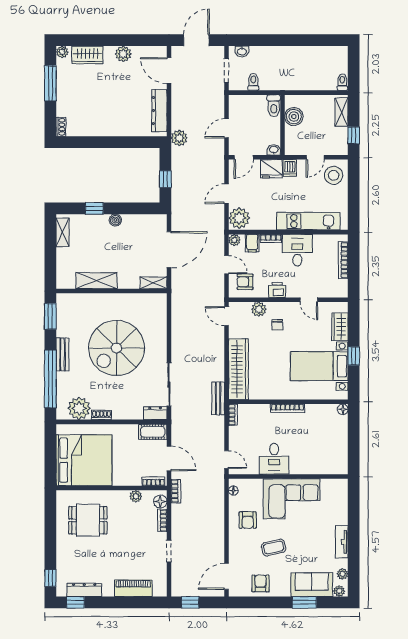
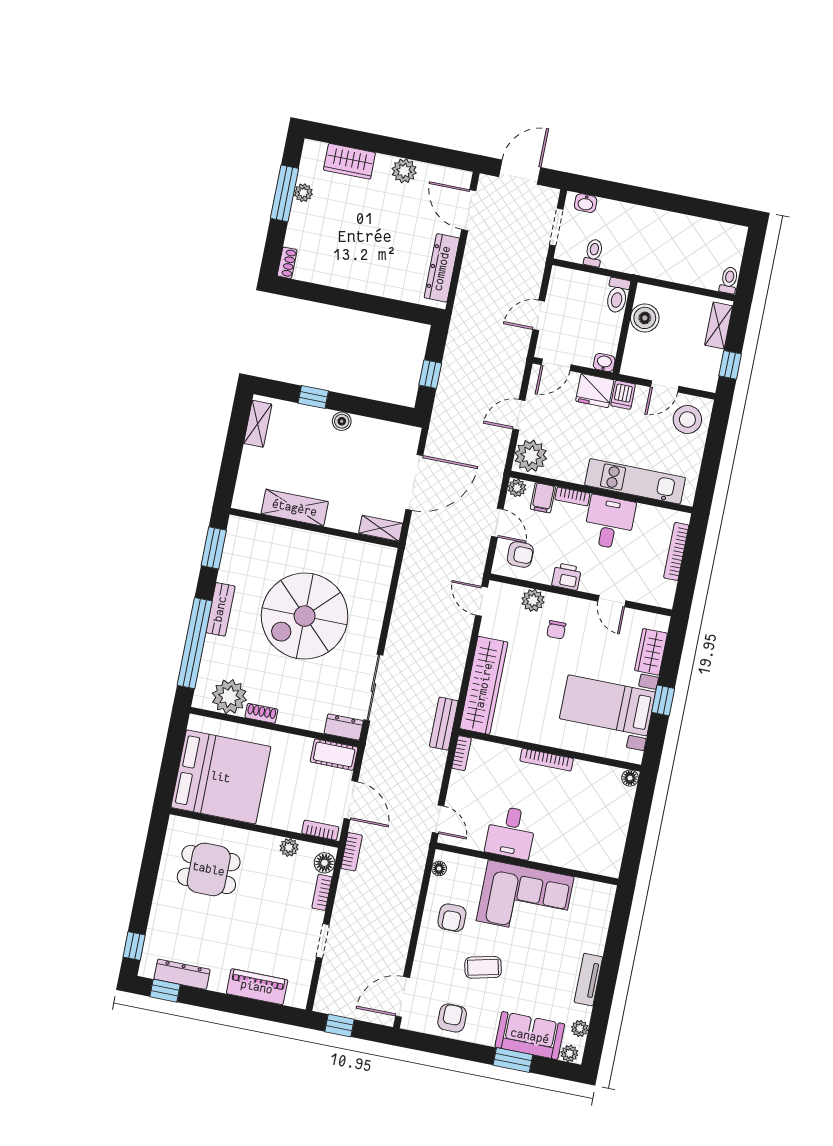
plant: (62, 52) -> (303, 193), moved
plant: (179, 138) -> (464, 316), removed
armchair: (245, 282) -> (520, 554), turned 180

